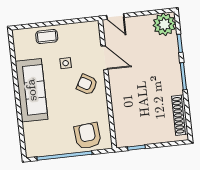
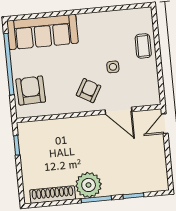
plant: (164, 24) -> (89, 185), moved
door: (104, 58) -> (118, 111), hinge flipped
sofa: (31, 90) -> (42, 32), moved
armchair: (88, 136) -> (31, 91), turned -87

